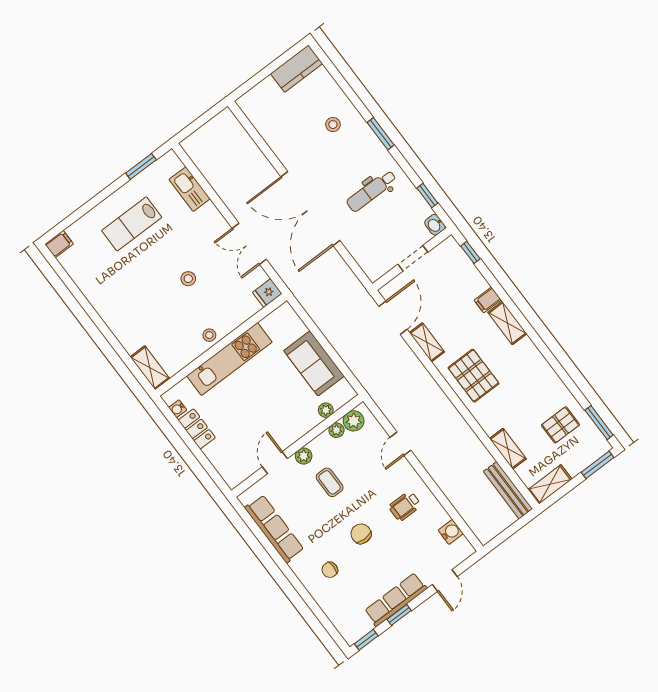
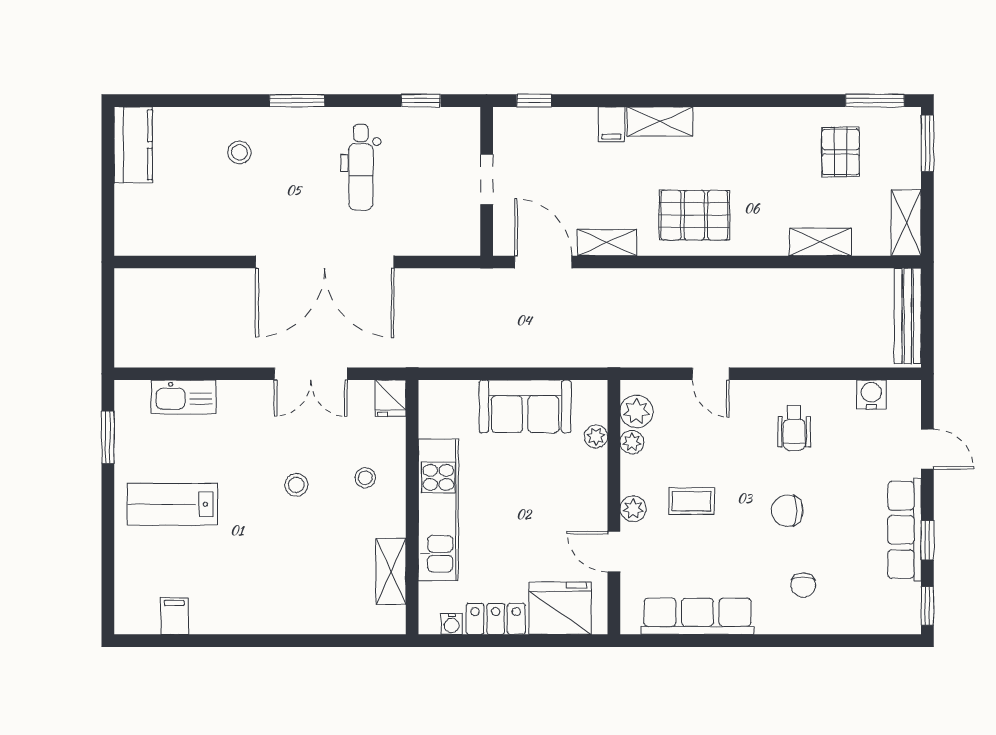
lab bench: (132, 224) -> (172, 504), turned 90
washbasin: (435, 225) -> (465, 119), removed
filing cabinet: (59, 244) -> (174, 616), moved
stool: (209, 335) -> (365, 478), moved
shelving: (150, 368) -> (391, 571), moved, turned 90
fridge: (226, 457) -> (560, 608), added
bench: (508, 490) -> (908, 316), moved, turned 90

